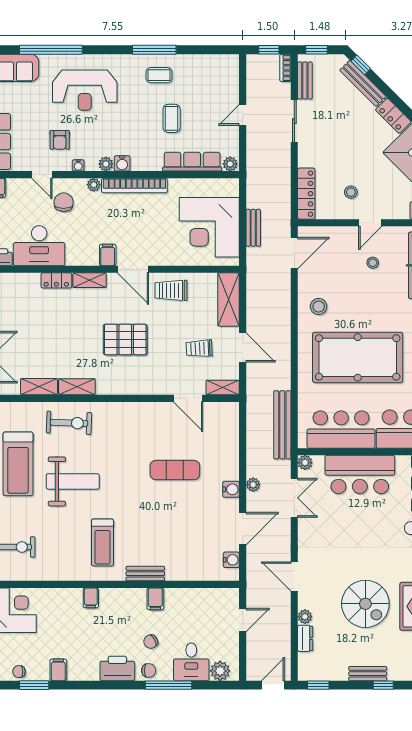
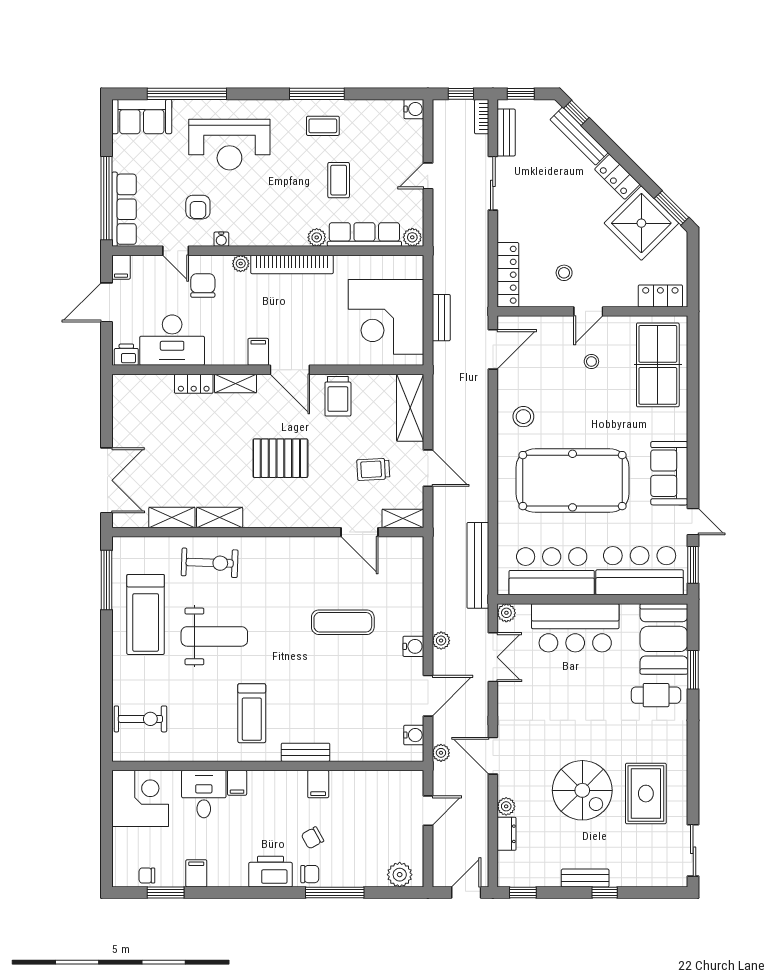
water cooler: (122, 163) -> (414, 109), moved, turned -90
plant: (106, 164) -> (317, 237), moved
trolley: (171, 290) -> (338, 396), turned -90
plant: (253, 574) -> (441, 753), added
desk: (191, 662) -> (204, 794), moved, turned 180

